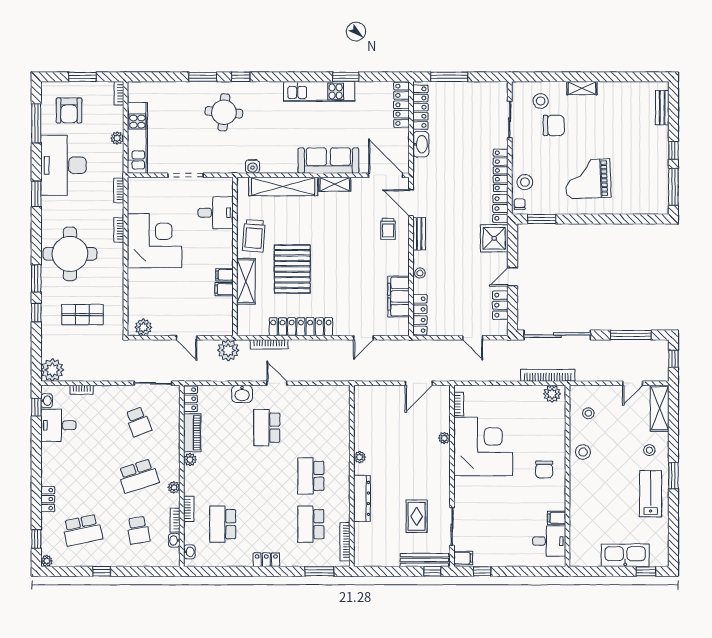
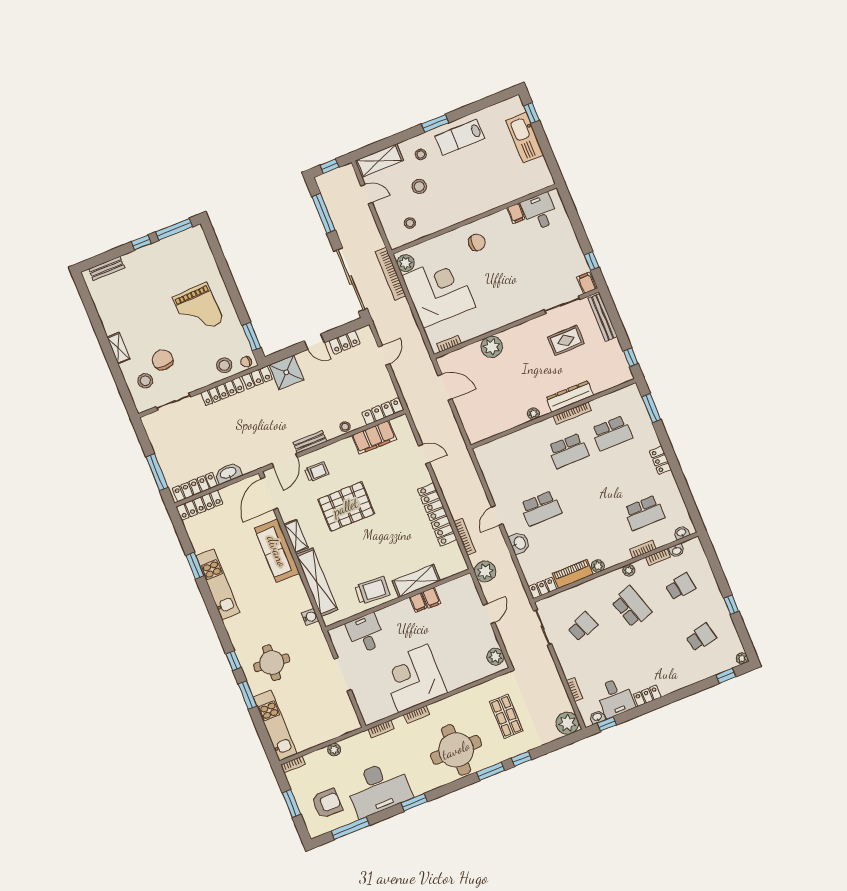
kitchen unit: (137, 138) -> (275, 726), moved, turned 90
pallet: (292, 269) -> (346, 507), moved
plant: (444, 438) -> (492, 347), width x1.88, depth x1.88
corner desk: (483, 446) -> (439, 291), moved, turned 90
stool: (583, 452) -> (419, 186), moved
locker: (48, 499) -> (647, 696), moved
school desk: (82, 530) -> (701, 637), width x0.54
bookcase: (345, 542) -> (572, 413), moved
window: (432, 571) -> (631, 357), moved

